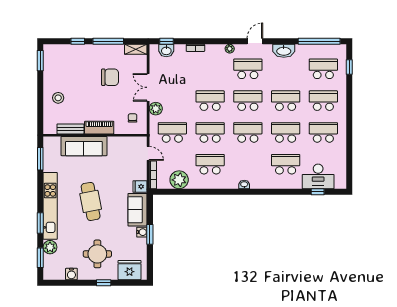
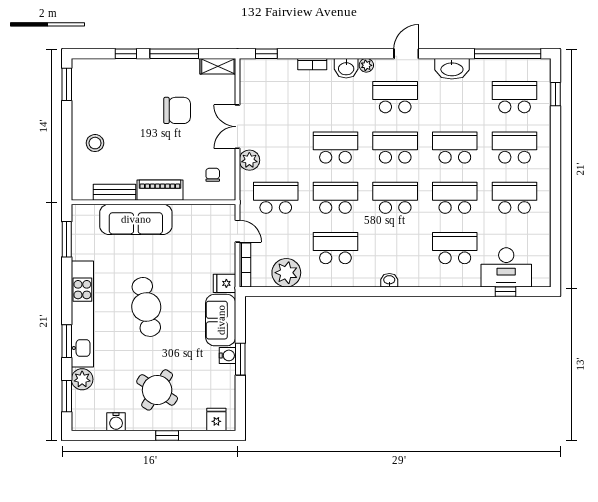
washbasin: (166, 51) -> (346, 68), moved
round table: (97, 254) -> (157, 390), turned 33
fridge: (130, 270) -> (216, 419), width x0.53, depth x0.75

